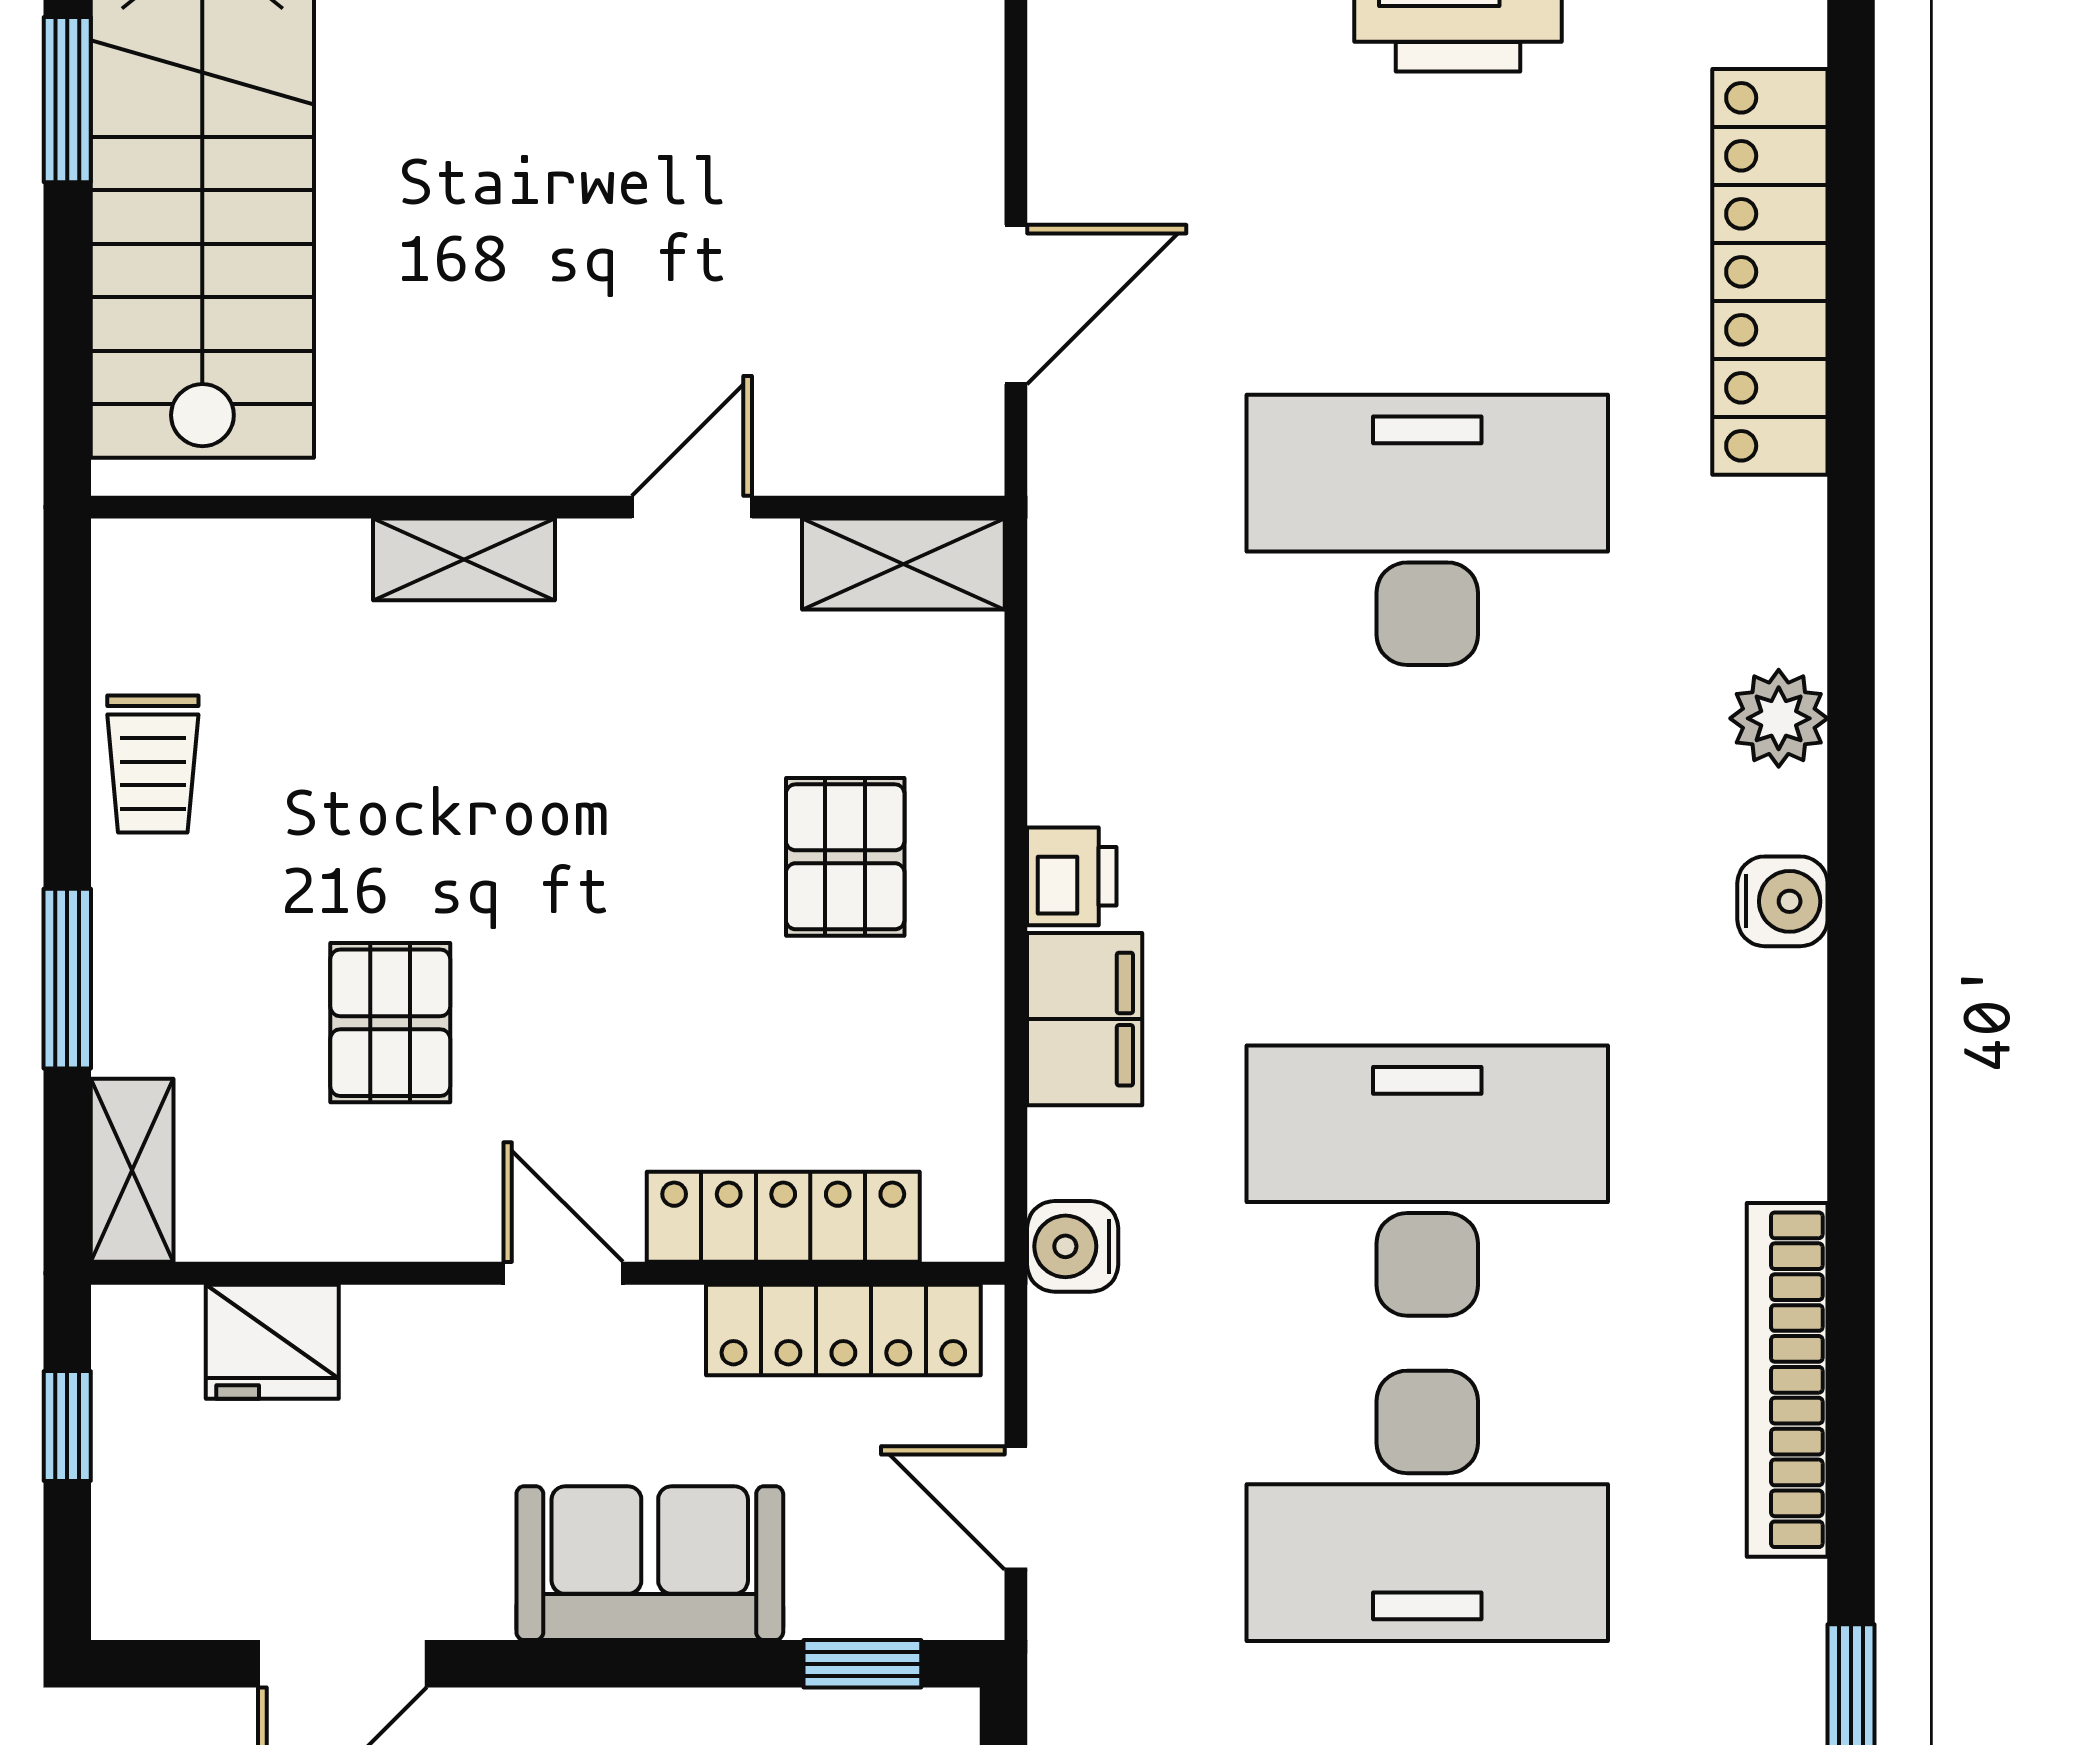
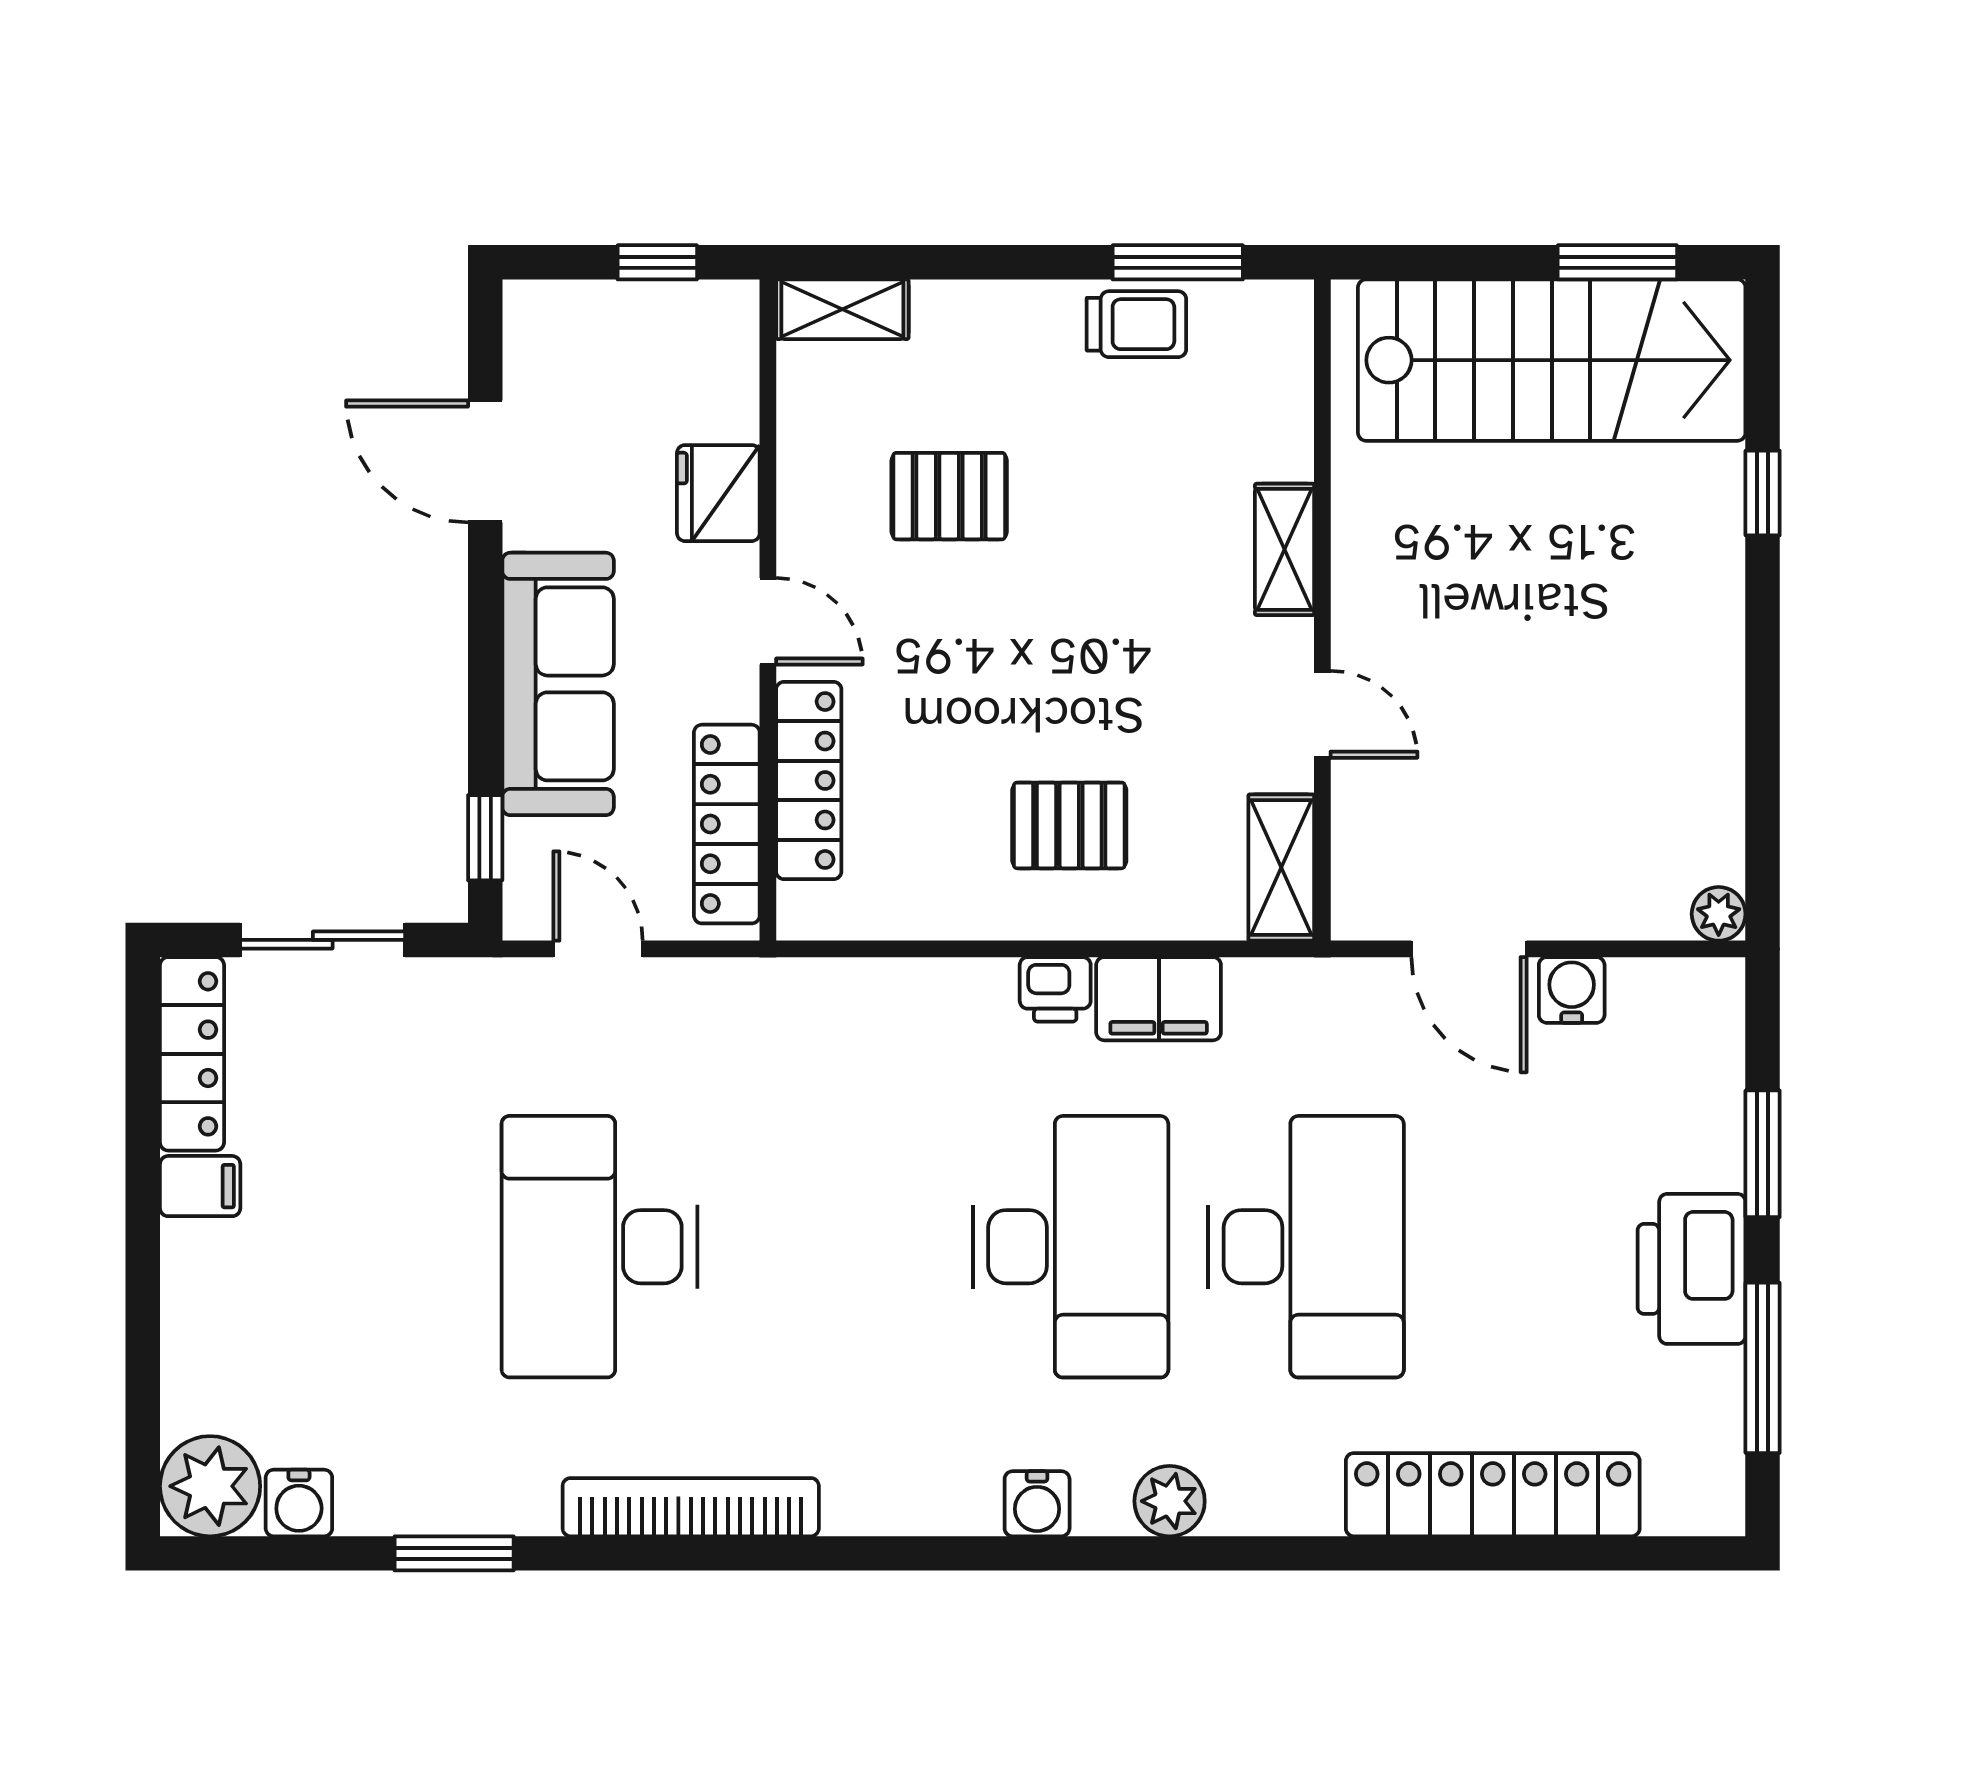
trolley: (153, 764) -> (1136, 324), turned 180
window: (67, 979) -> (1178, 262), moved
filing cabinet: (1085, 1019) -> (1159, 999), moved
desk: (1427, 1181) -> (1070, 1247), moved
water cooler: (1073, 1246) -> (1572, 990), moved
door: (563, 1273) -> (768, 621), hinge flipped
fridge: (272, 1342) -> (718, 493), moved
door: (1016, 1508) -> (598, 949), hinge flipped
sofa: (650, 1563) -> (558, 684), width x1.36

